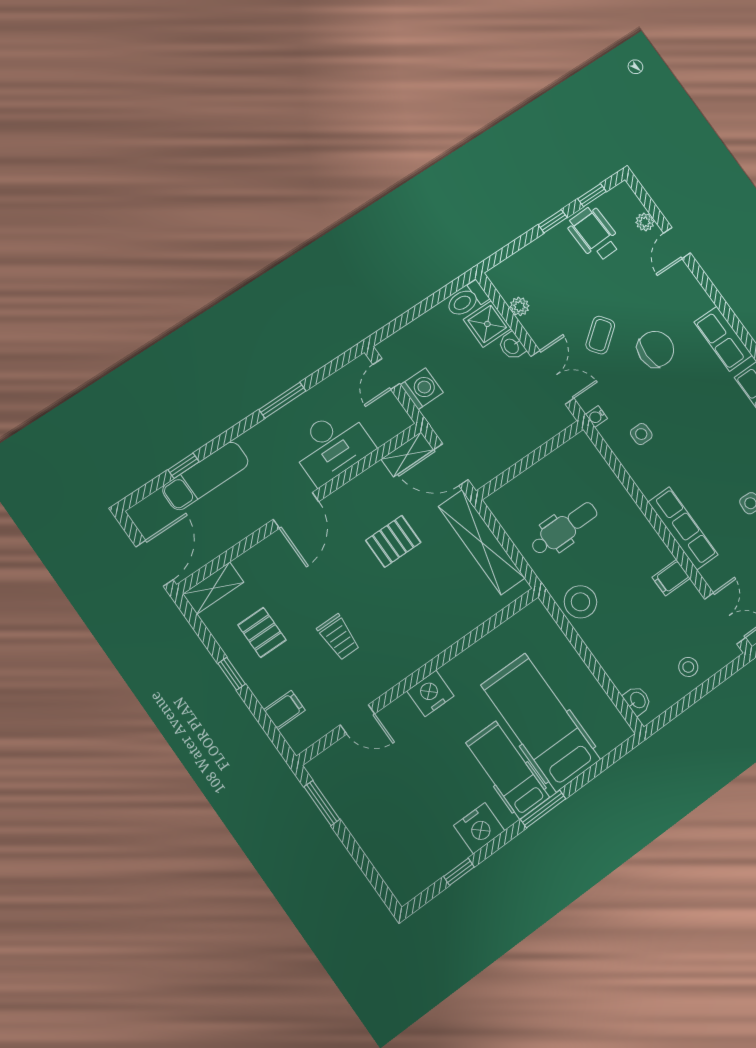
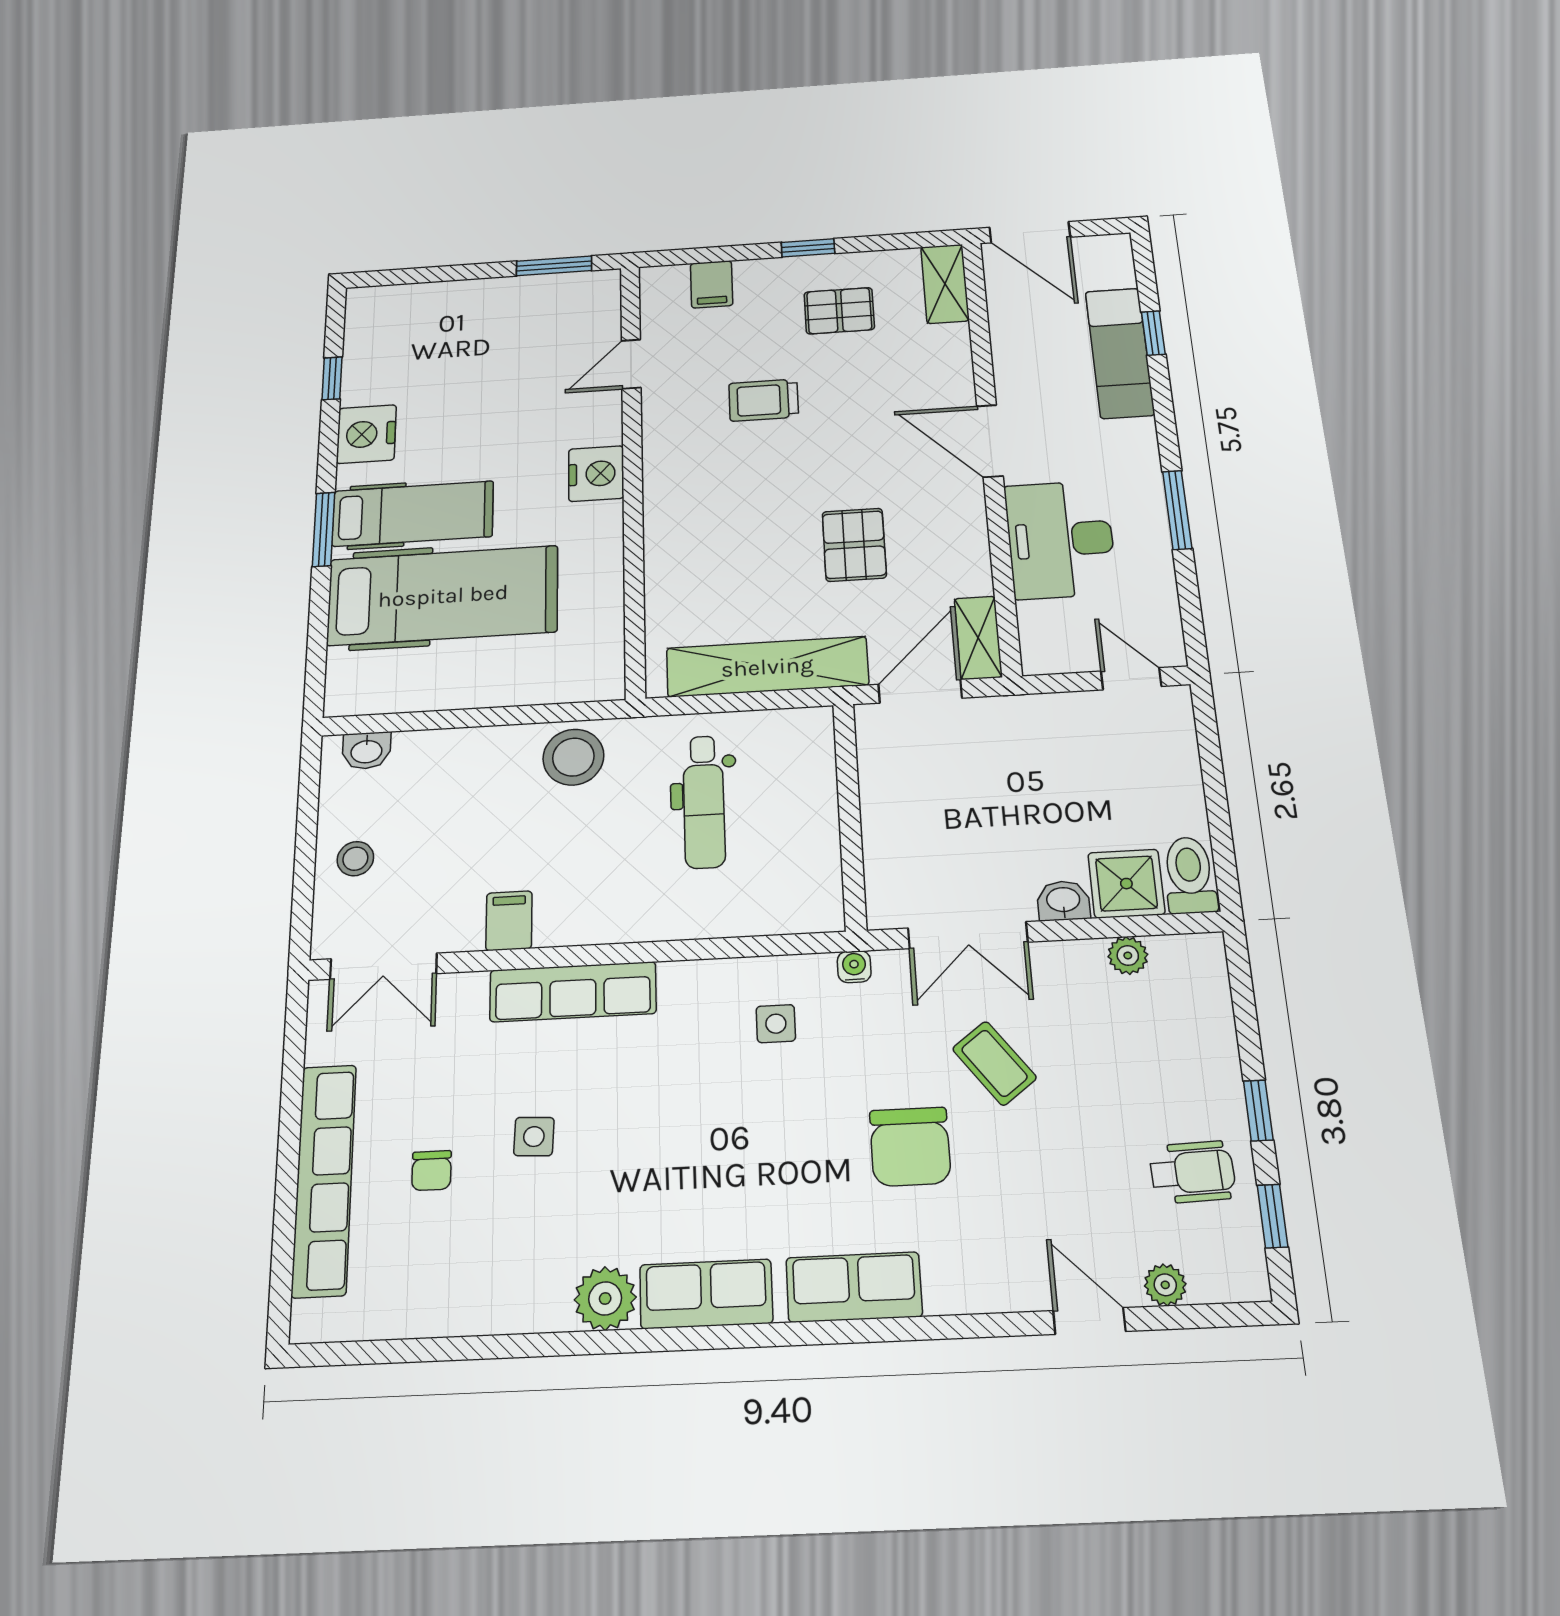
wheelchair: (594, 234) -> (1192, 1172), width x0.73, depth x0.73
washing machine: (422, 389) -> (1074, 718), removed

